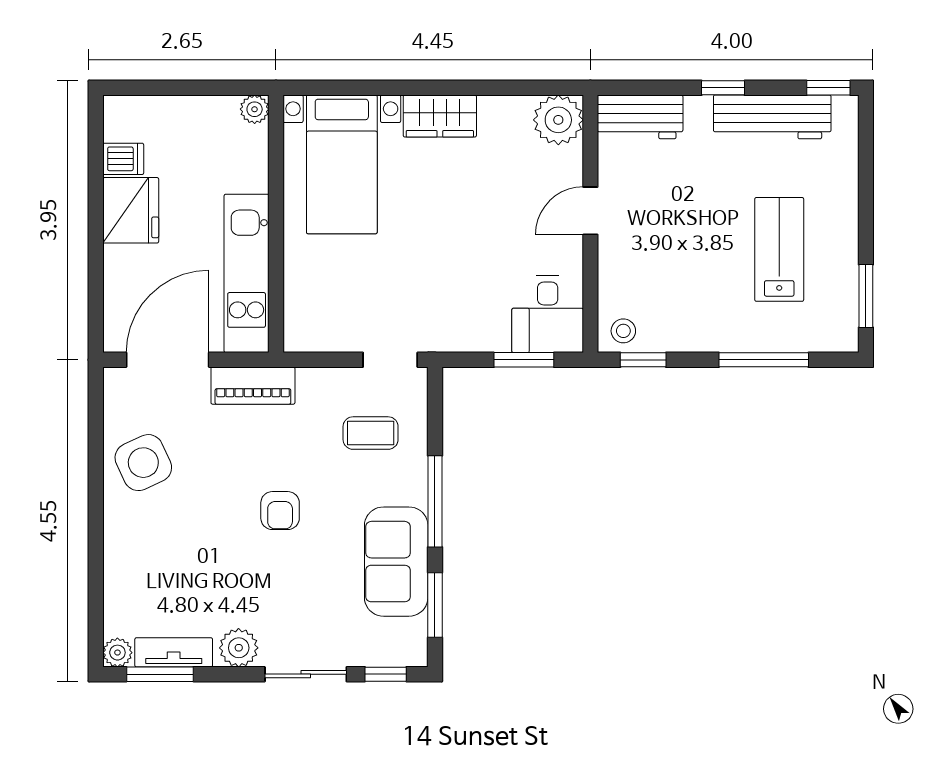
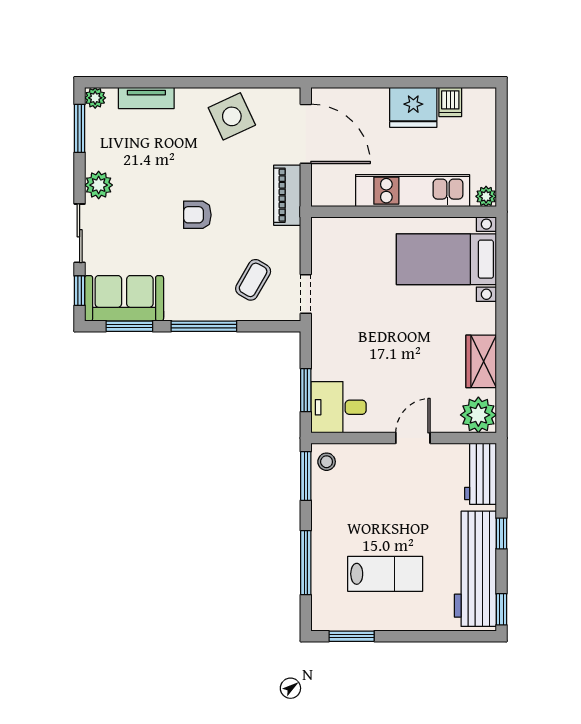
wardrobe: (440, 116) -> (481, 361), moved
workbench: (772, 117) -> (475, 569), width x1.36, depth x1.32
door: (590, 211) -> (413, 438), hinge flipped
kitchen unit: (247, 273) -> (413, 191), moved
window: (643, 360) -> (306, 476), width x1.50
coffee table: (371, 433) -> (253, 280), turned 30
sofa: (396, 562) -> (124, 298), moved
tv unit: (174, 652) -> (146, 98), moved, turned 90

